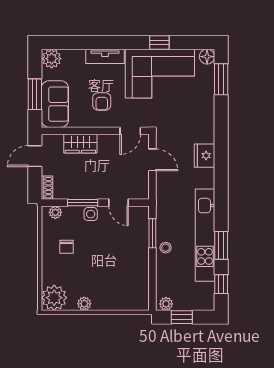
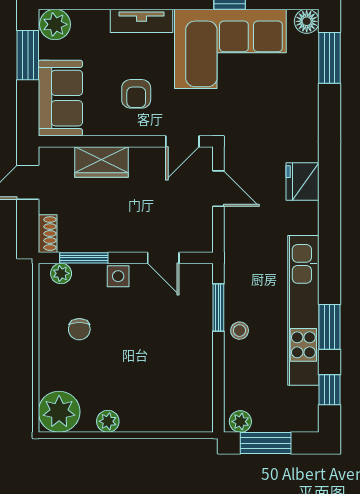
window: (35, 94) -> (28, 55), moved
window: (83, 203) -> (84, 258), moved
window: (182, 317) -> (266, 443), width x1.50

